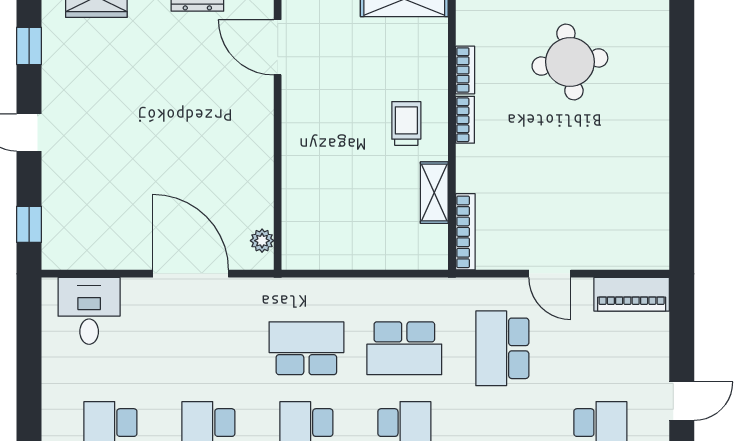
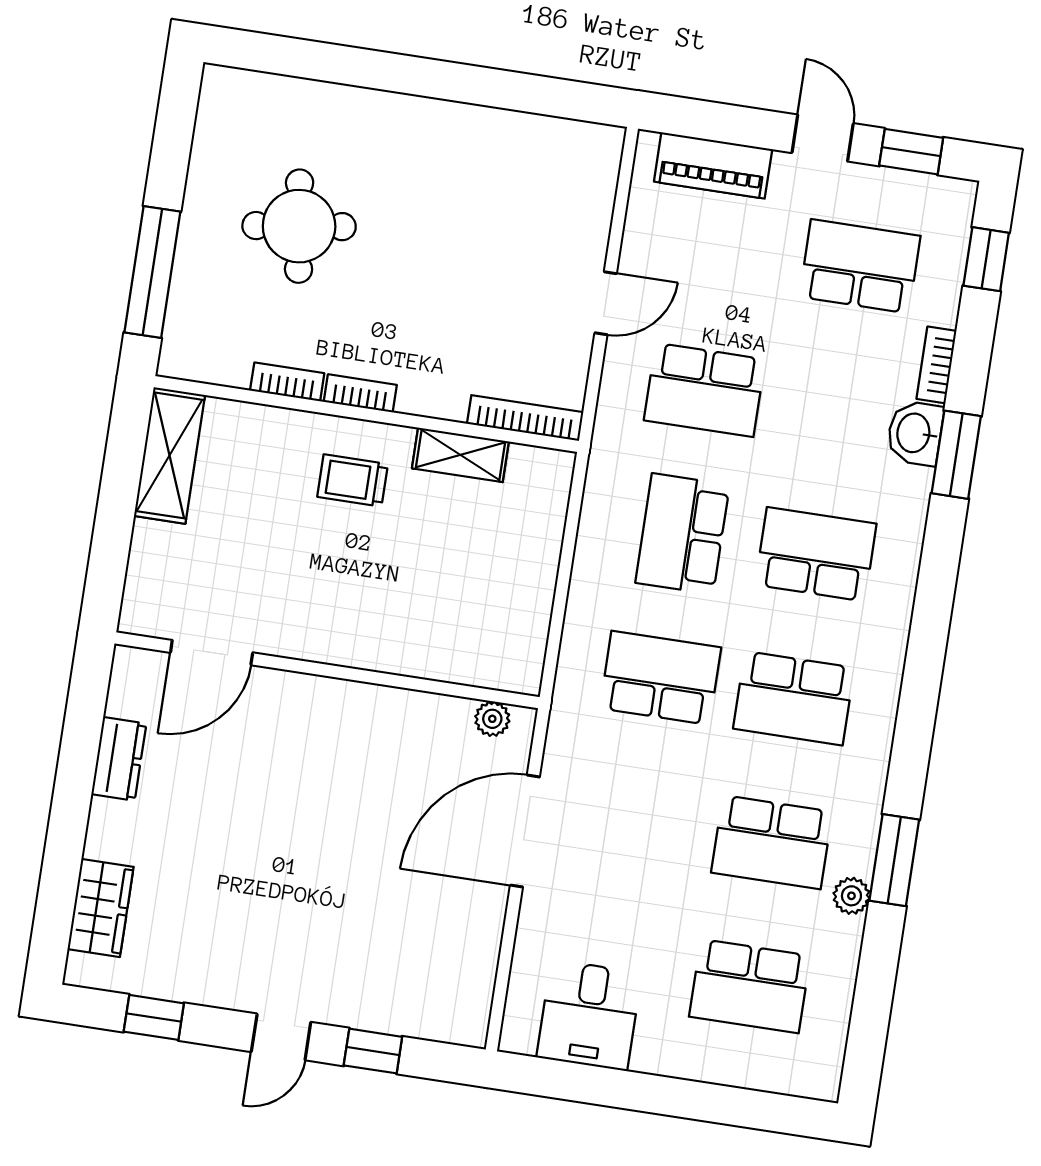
window: (29, 224) -> (373, 1051), moved
piano: (632, 294) -> (713, 165), moved, turned 90
desk: (89, 311) -> (589, 1015), moved, turned -90
school desk: (306, 348) -> (660, 678), turned 90
school desk: (404, 348) -> (682, 534), turned 180

